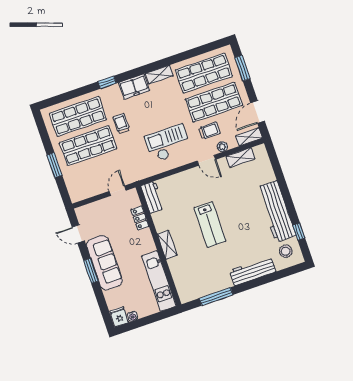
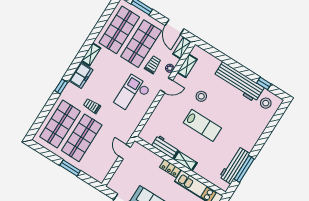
stool: (231, 196) -> (201, 96), added
workbench: (152, 197) -> (165, 147), moved
locker: (140, 218) -> (170, 168), moved
workbench: (253, 271) -> (235, 165), moved

